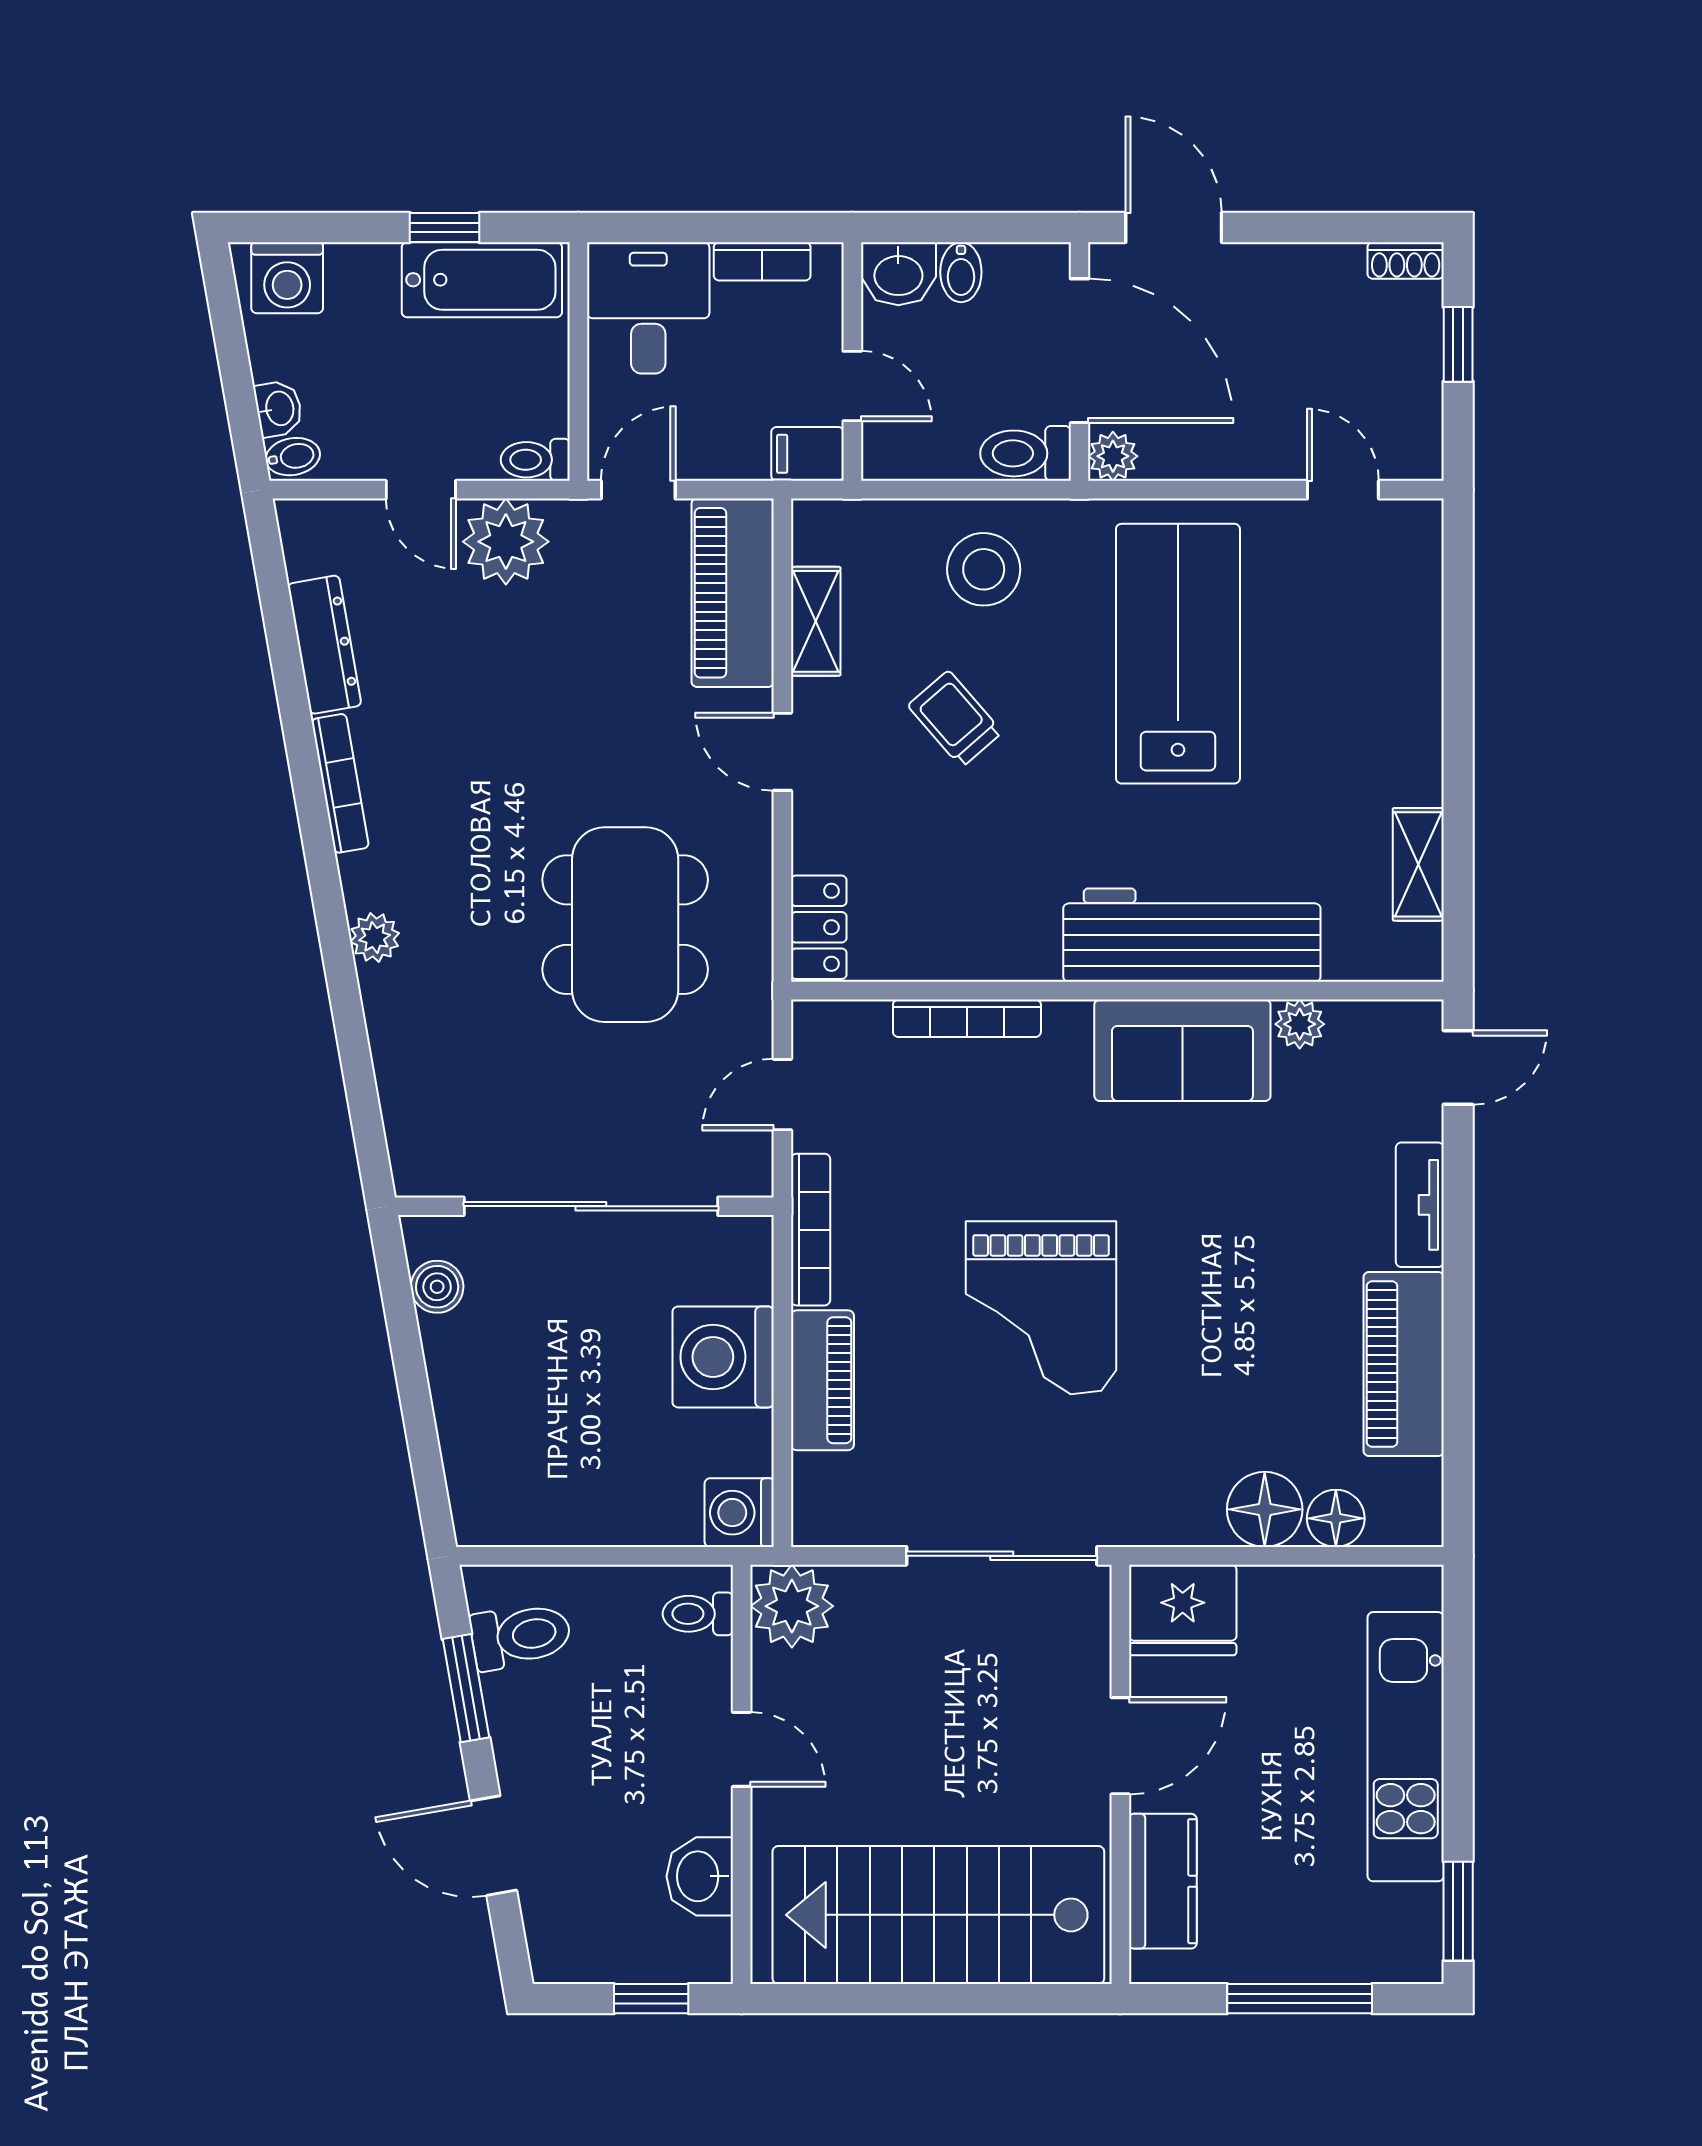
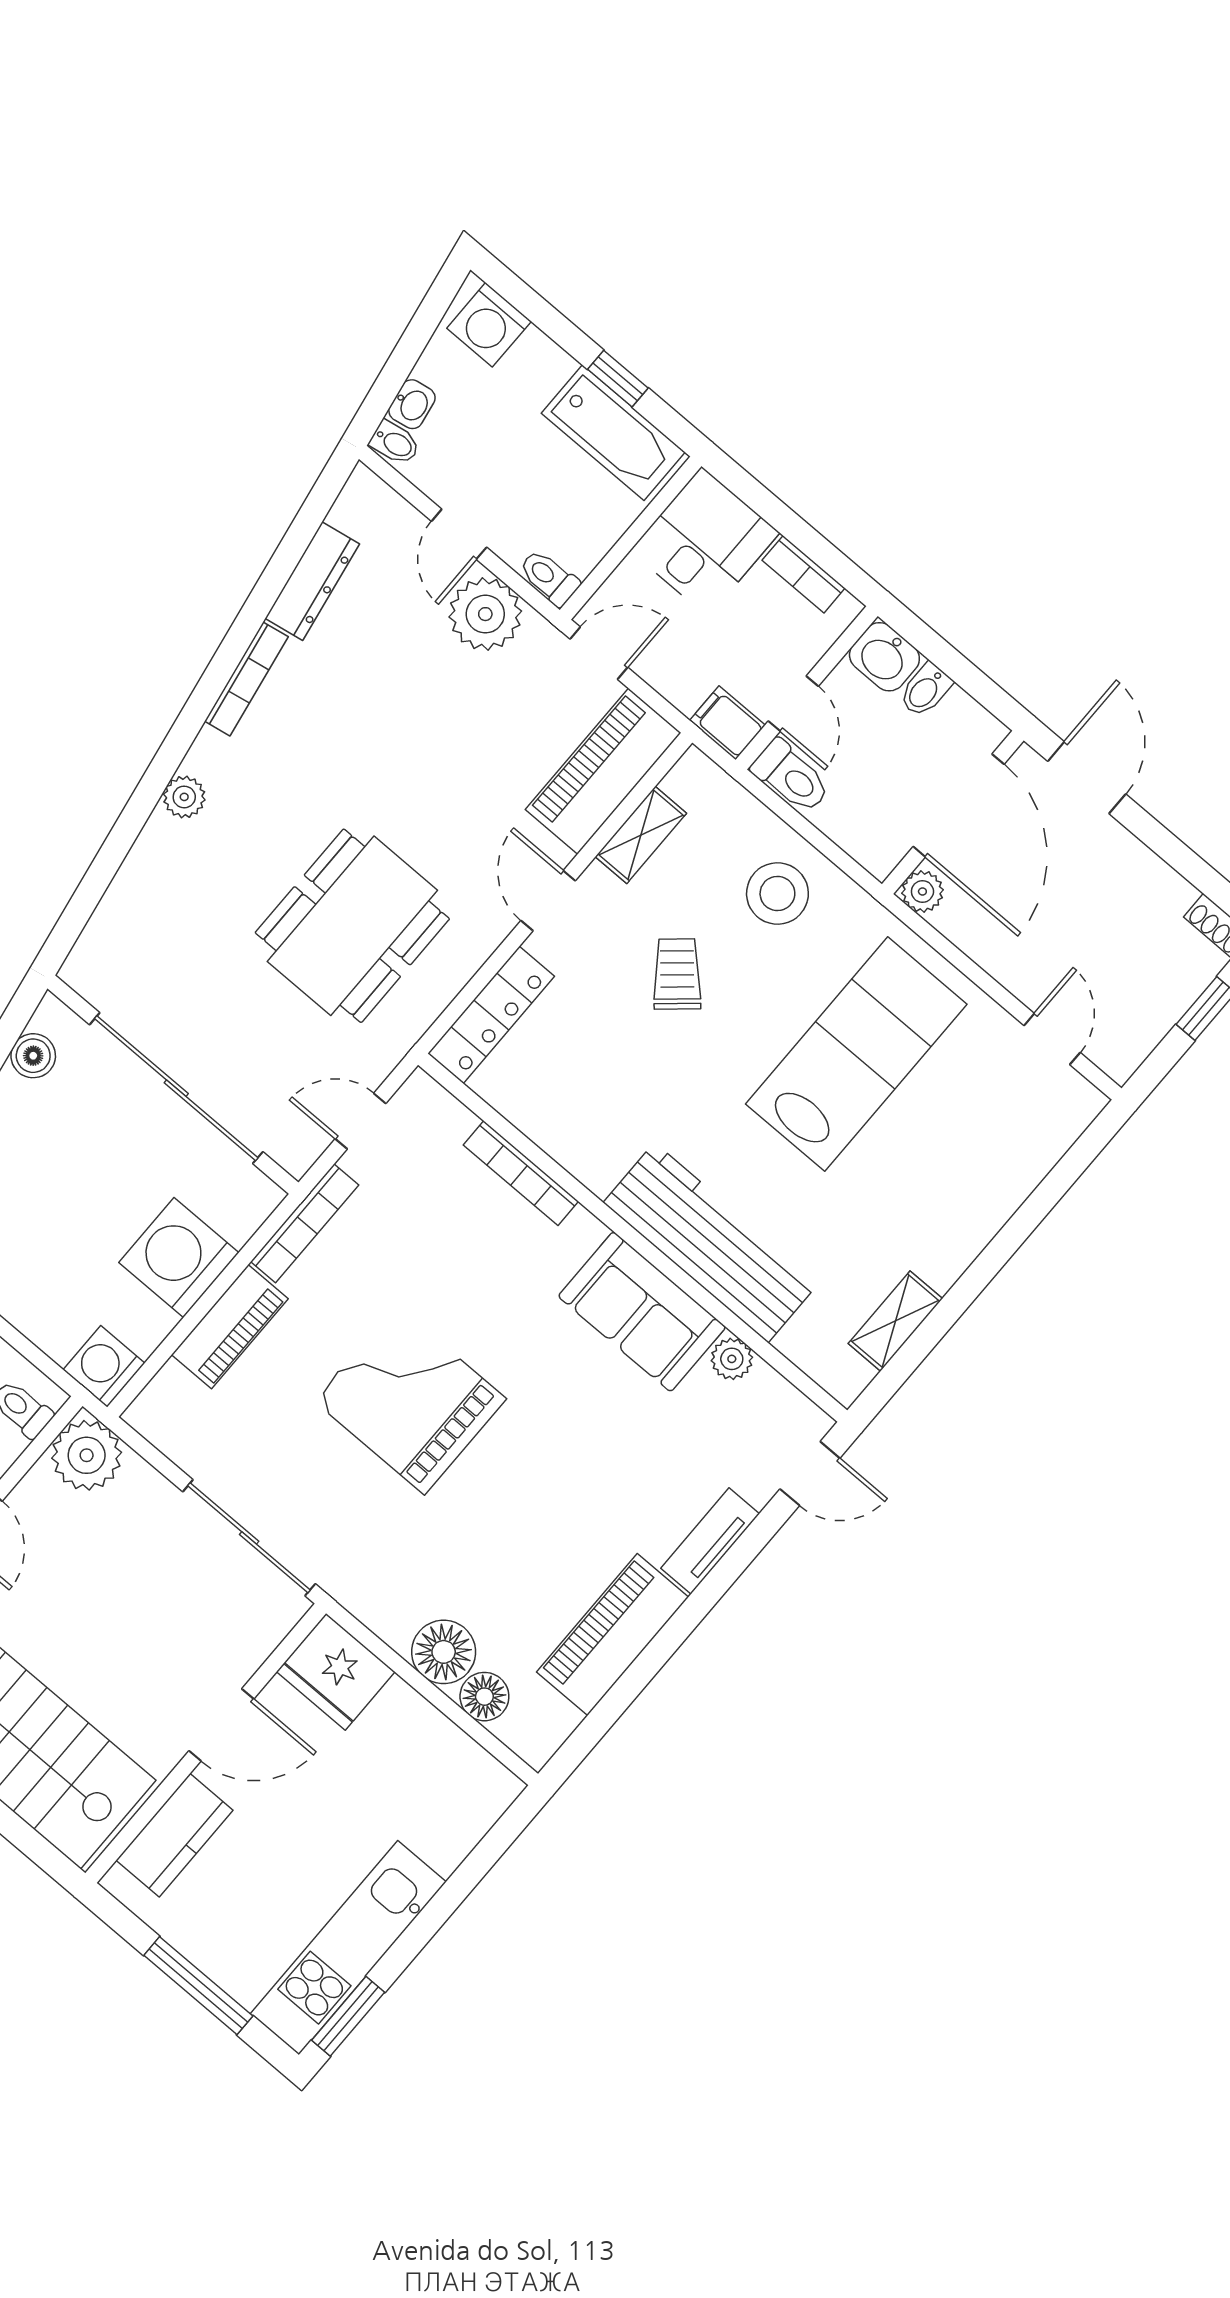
toilet: (1026, 453) -> (791, 777), moved, turned 180
locker: (819, 927) -> (491, 1015), width x1.53
grand piano: (1041, 1308) -> (410, 1400), turned 90
kitchen unit: (1406, 1747) -> (348, 1948), moved

